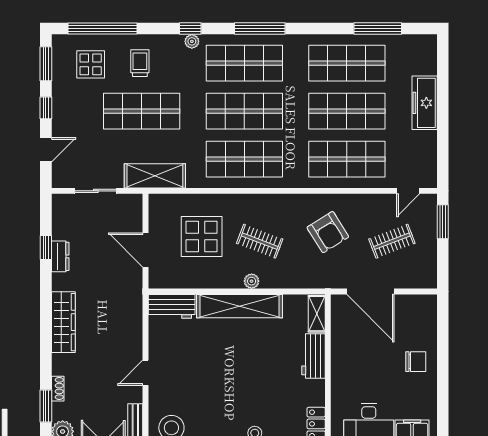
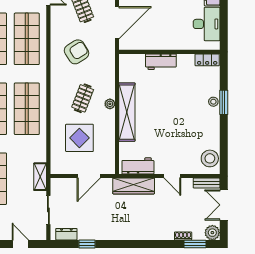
shelving: (155, 176) -> (40, 177), width x0.67, depth x0.75
dresser: (60, 256) -> (66, 234), moved
workbench: (172, 306) -> (138, 166), moved, turned -90
shelving: (317, 314) -> (132, 59), removed
wardrobe: (63, 322) -> (134, 186), moved, turned 180

